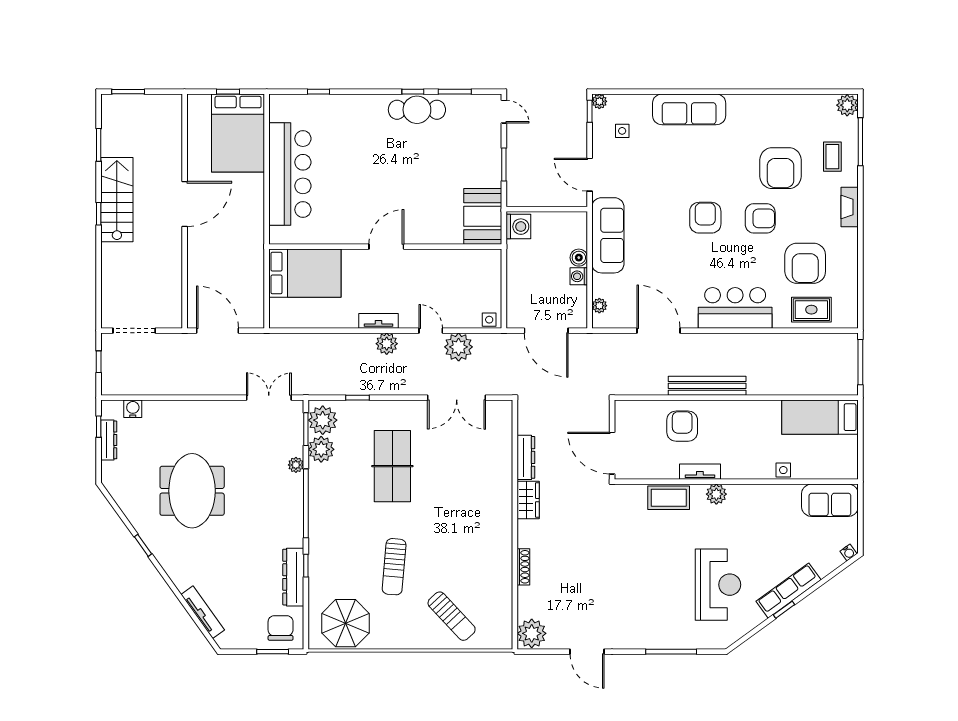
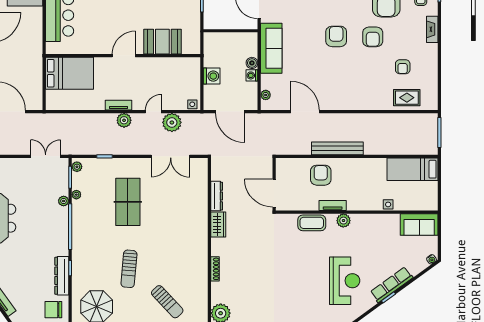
booth: (483, 216) -> (162, 42), moved, turned 90
armchair: (760, 218) -> (373, 37), turned 90
washing machine: (518, 227) -> (212, 76), moved
armchair: (805, 263) -> (403, 67), width x0.53, depth x0.53
bar counter: (735, 308) -> (356, 96), removed
door: (431, 331) -> (153, 112), hinge flipped
plant: (323, 420) -> (77, 167), width x0.53, depth x0.53
plant: (321, 449) -> (76, 195), width x0.53, depth x0.53
chair: (281, 628) -> (53, 310), turned -90

